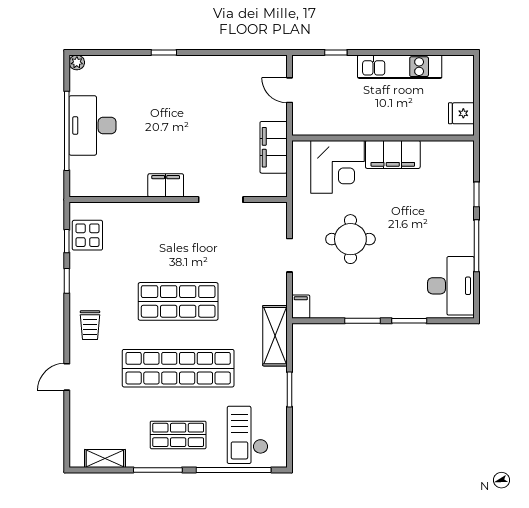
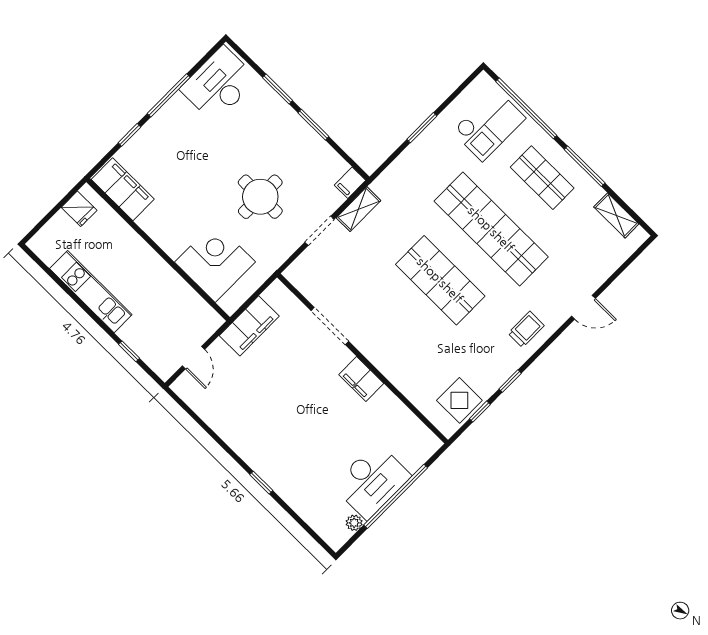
plant: (77, 62) -> (354, 523), moved
filing cabinet: (393, 154) -> (123, 189), moved
shelving: (275, 336) -> (358, 209), moved, width x0.67, depth x0.75

